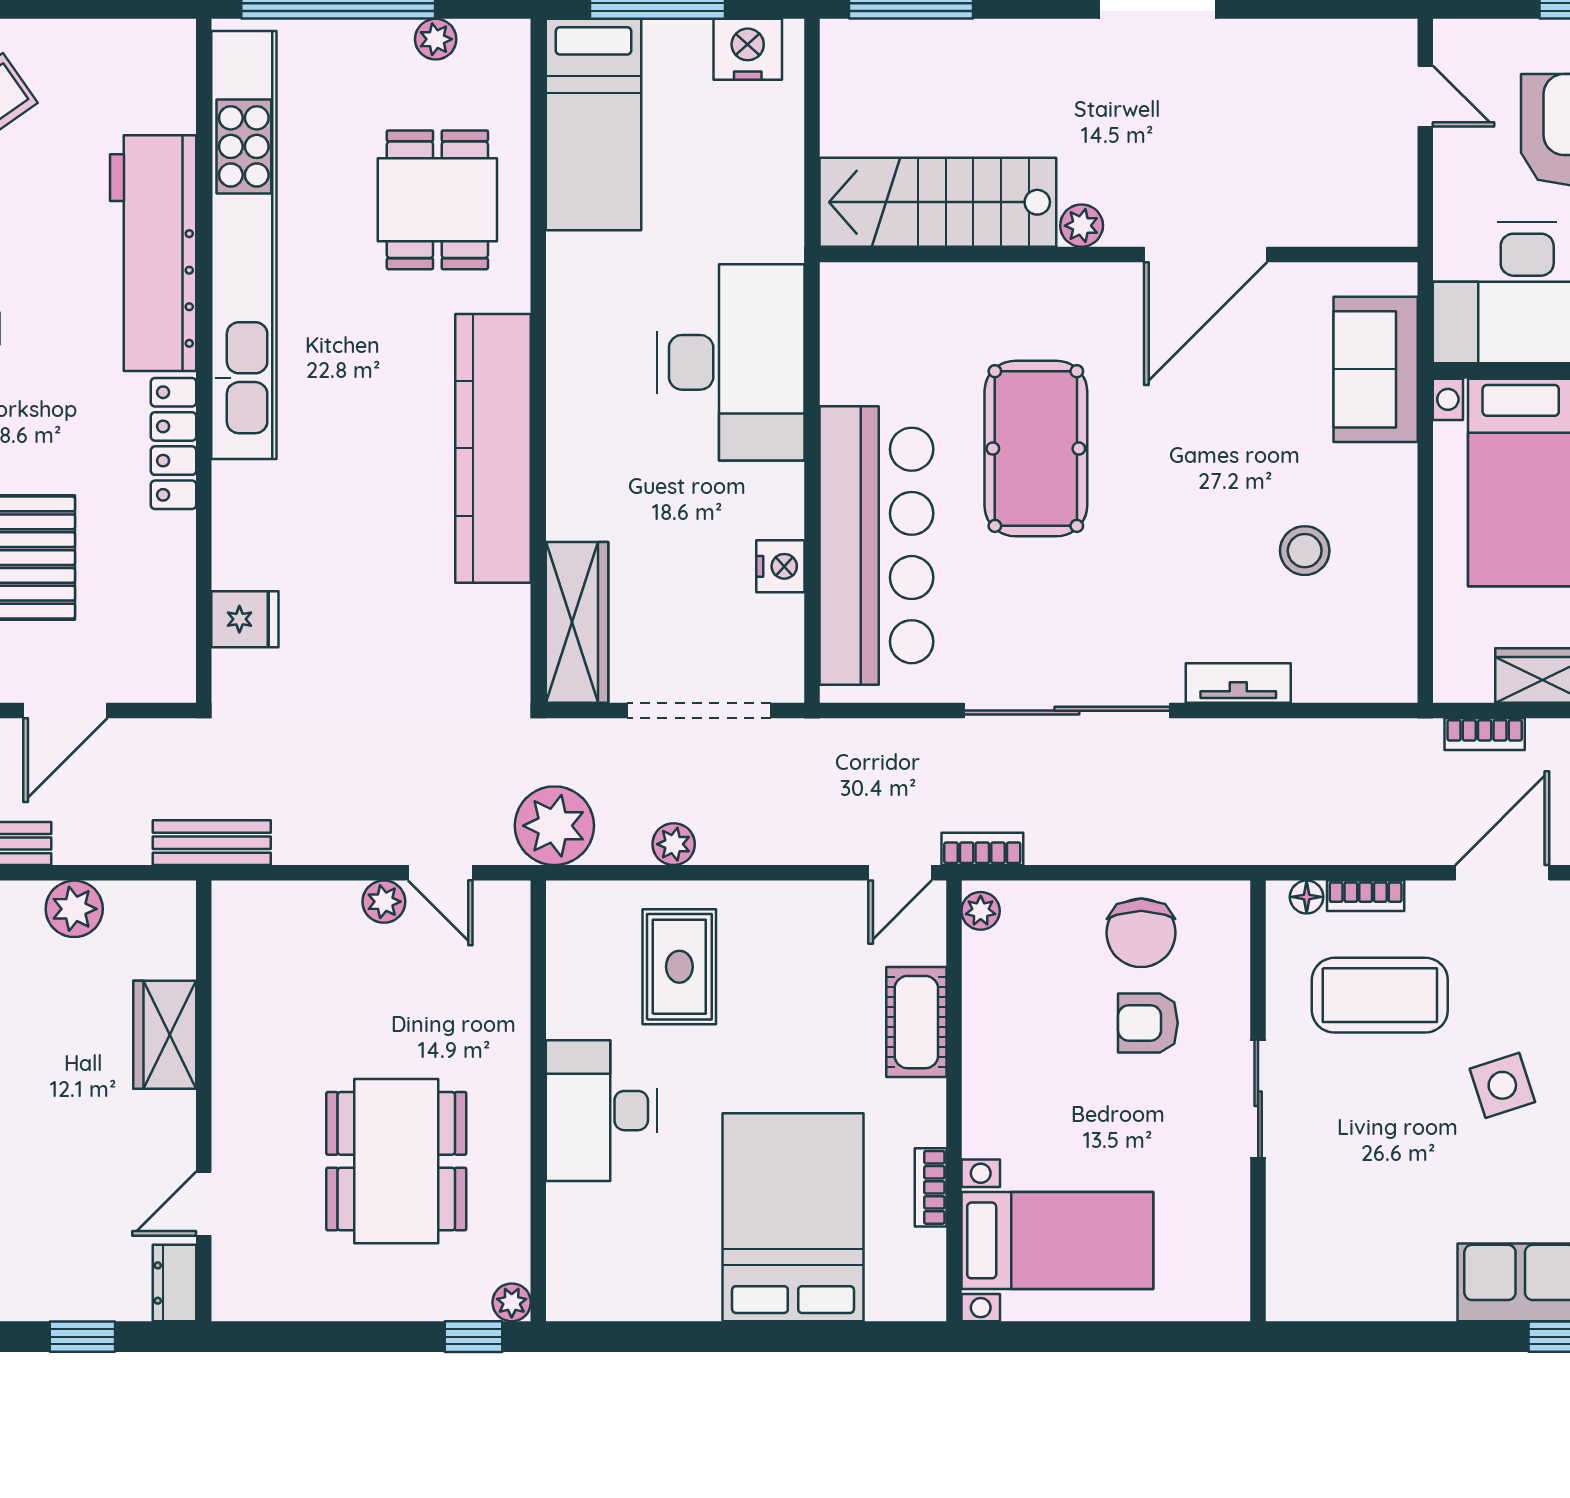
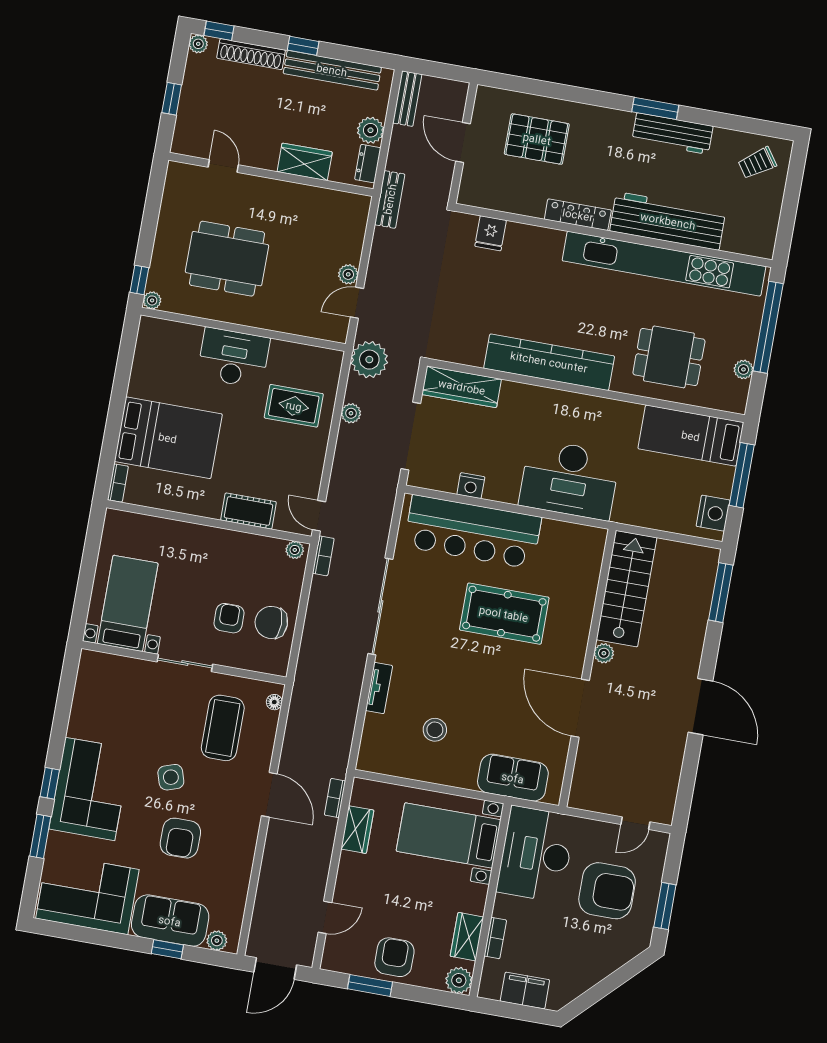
bookcase: (1366, 896) -> (270, 730), removed
bookcase: (931, 1187) -> (118, 483), moved, turned 90
bed with nightstands: (1057, 1240) -> (128, 603), moved, turned 180
dresser: (175, 1283) -> (368, 164), moved, turned -90

